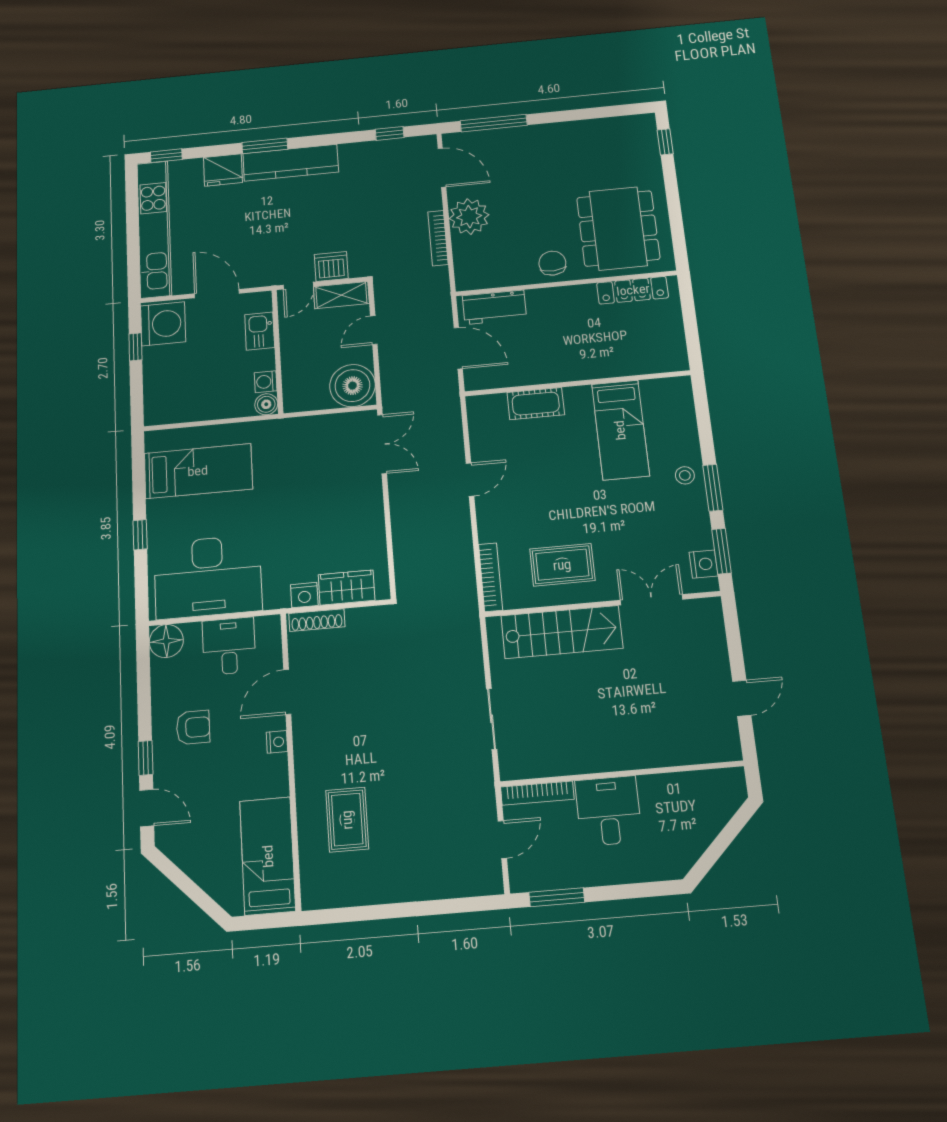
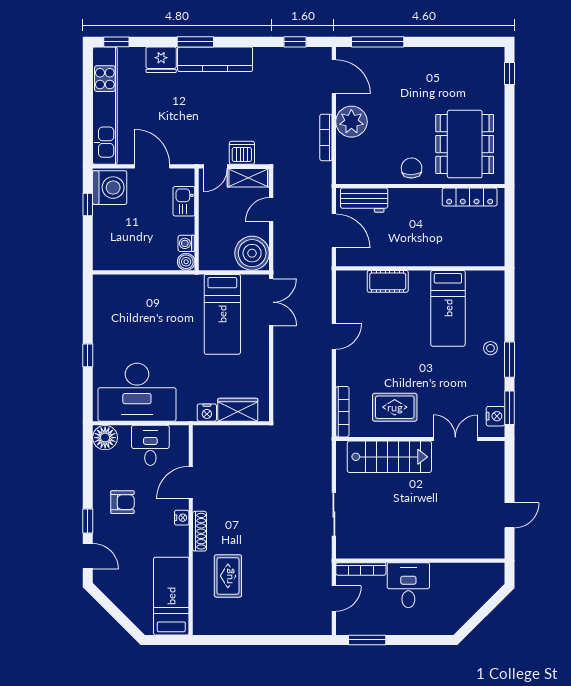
bed: (198, 471) -> (222, 314), moved, turned 90
shoe rack: (317, 620) -> (200, 531), moved, turned -90

